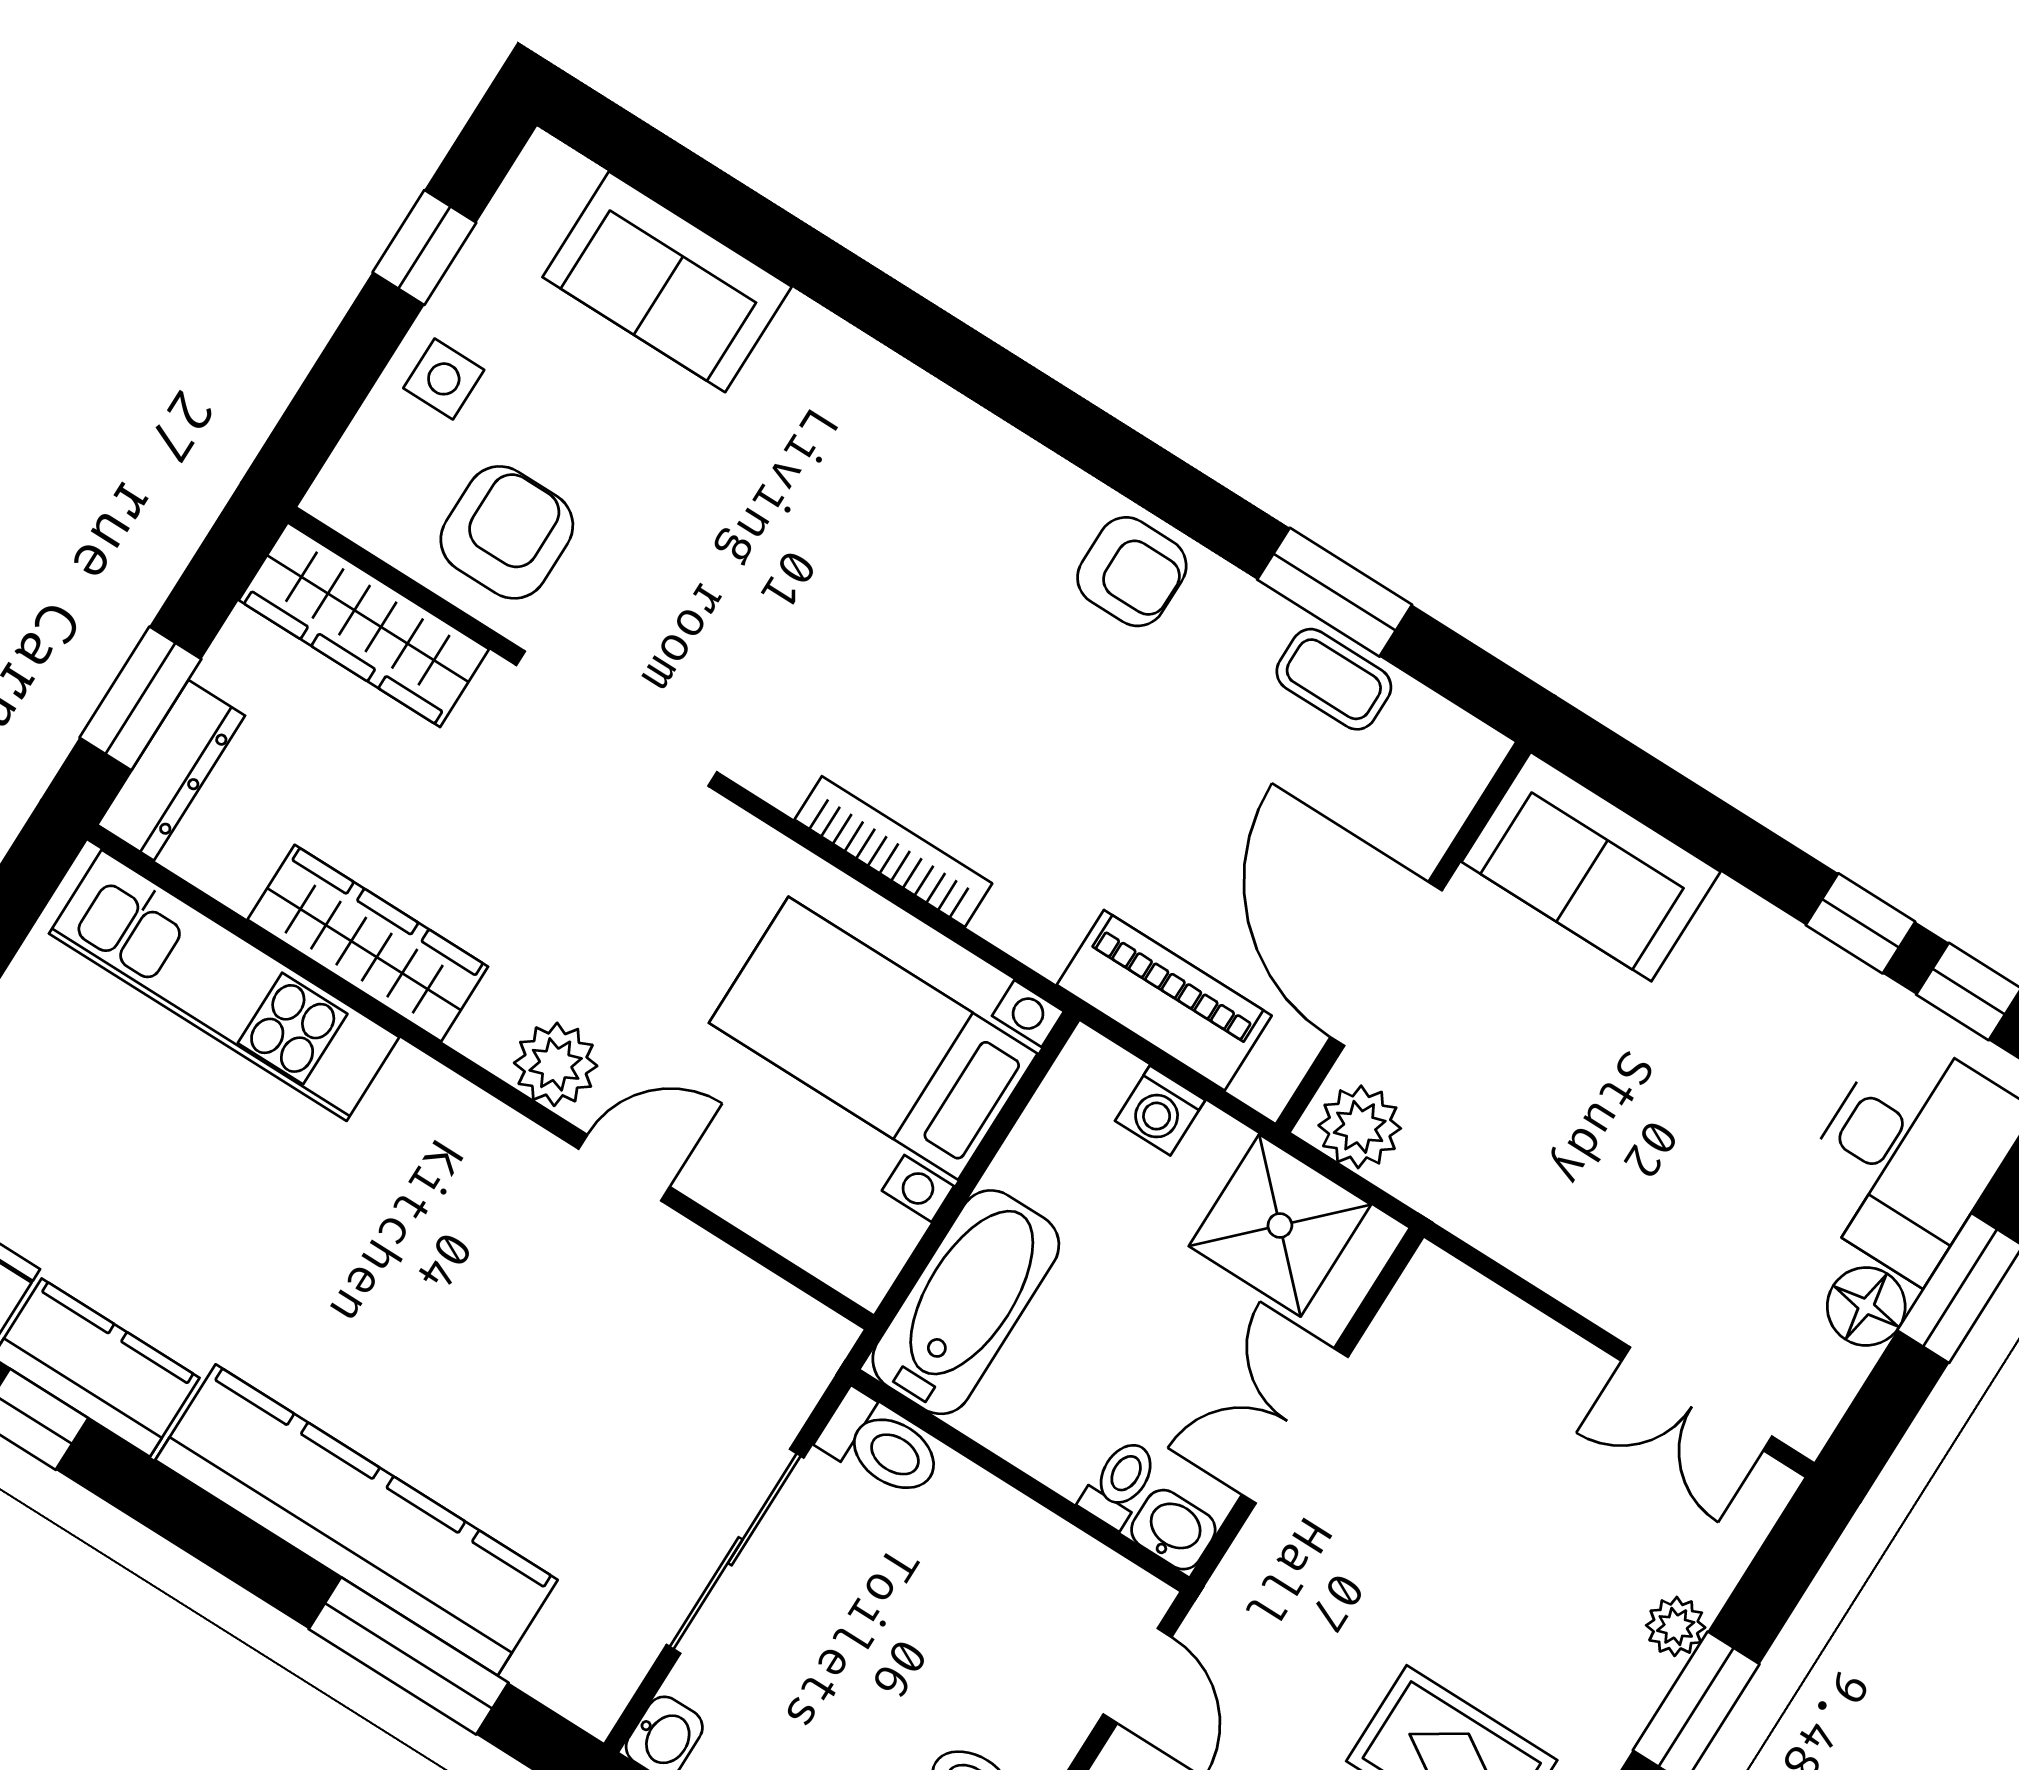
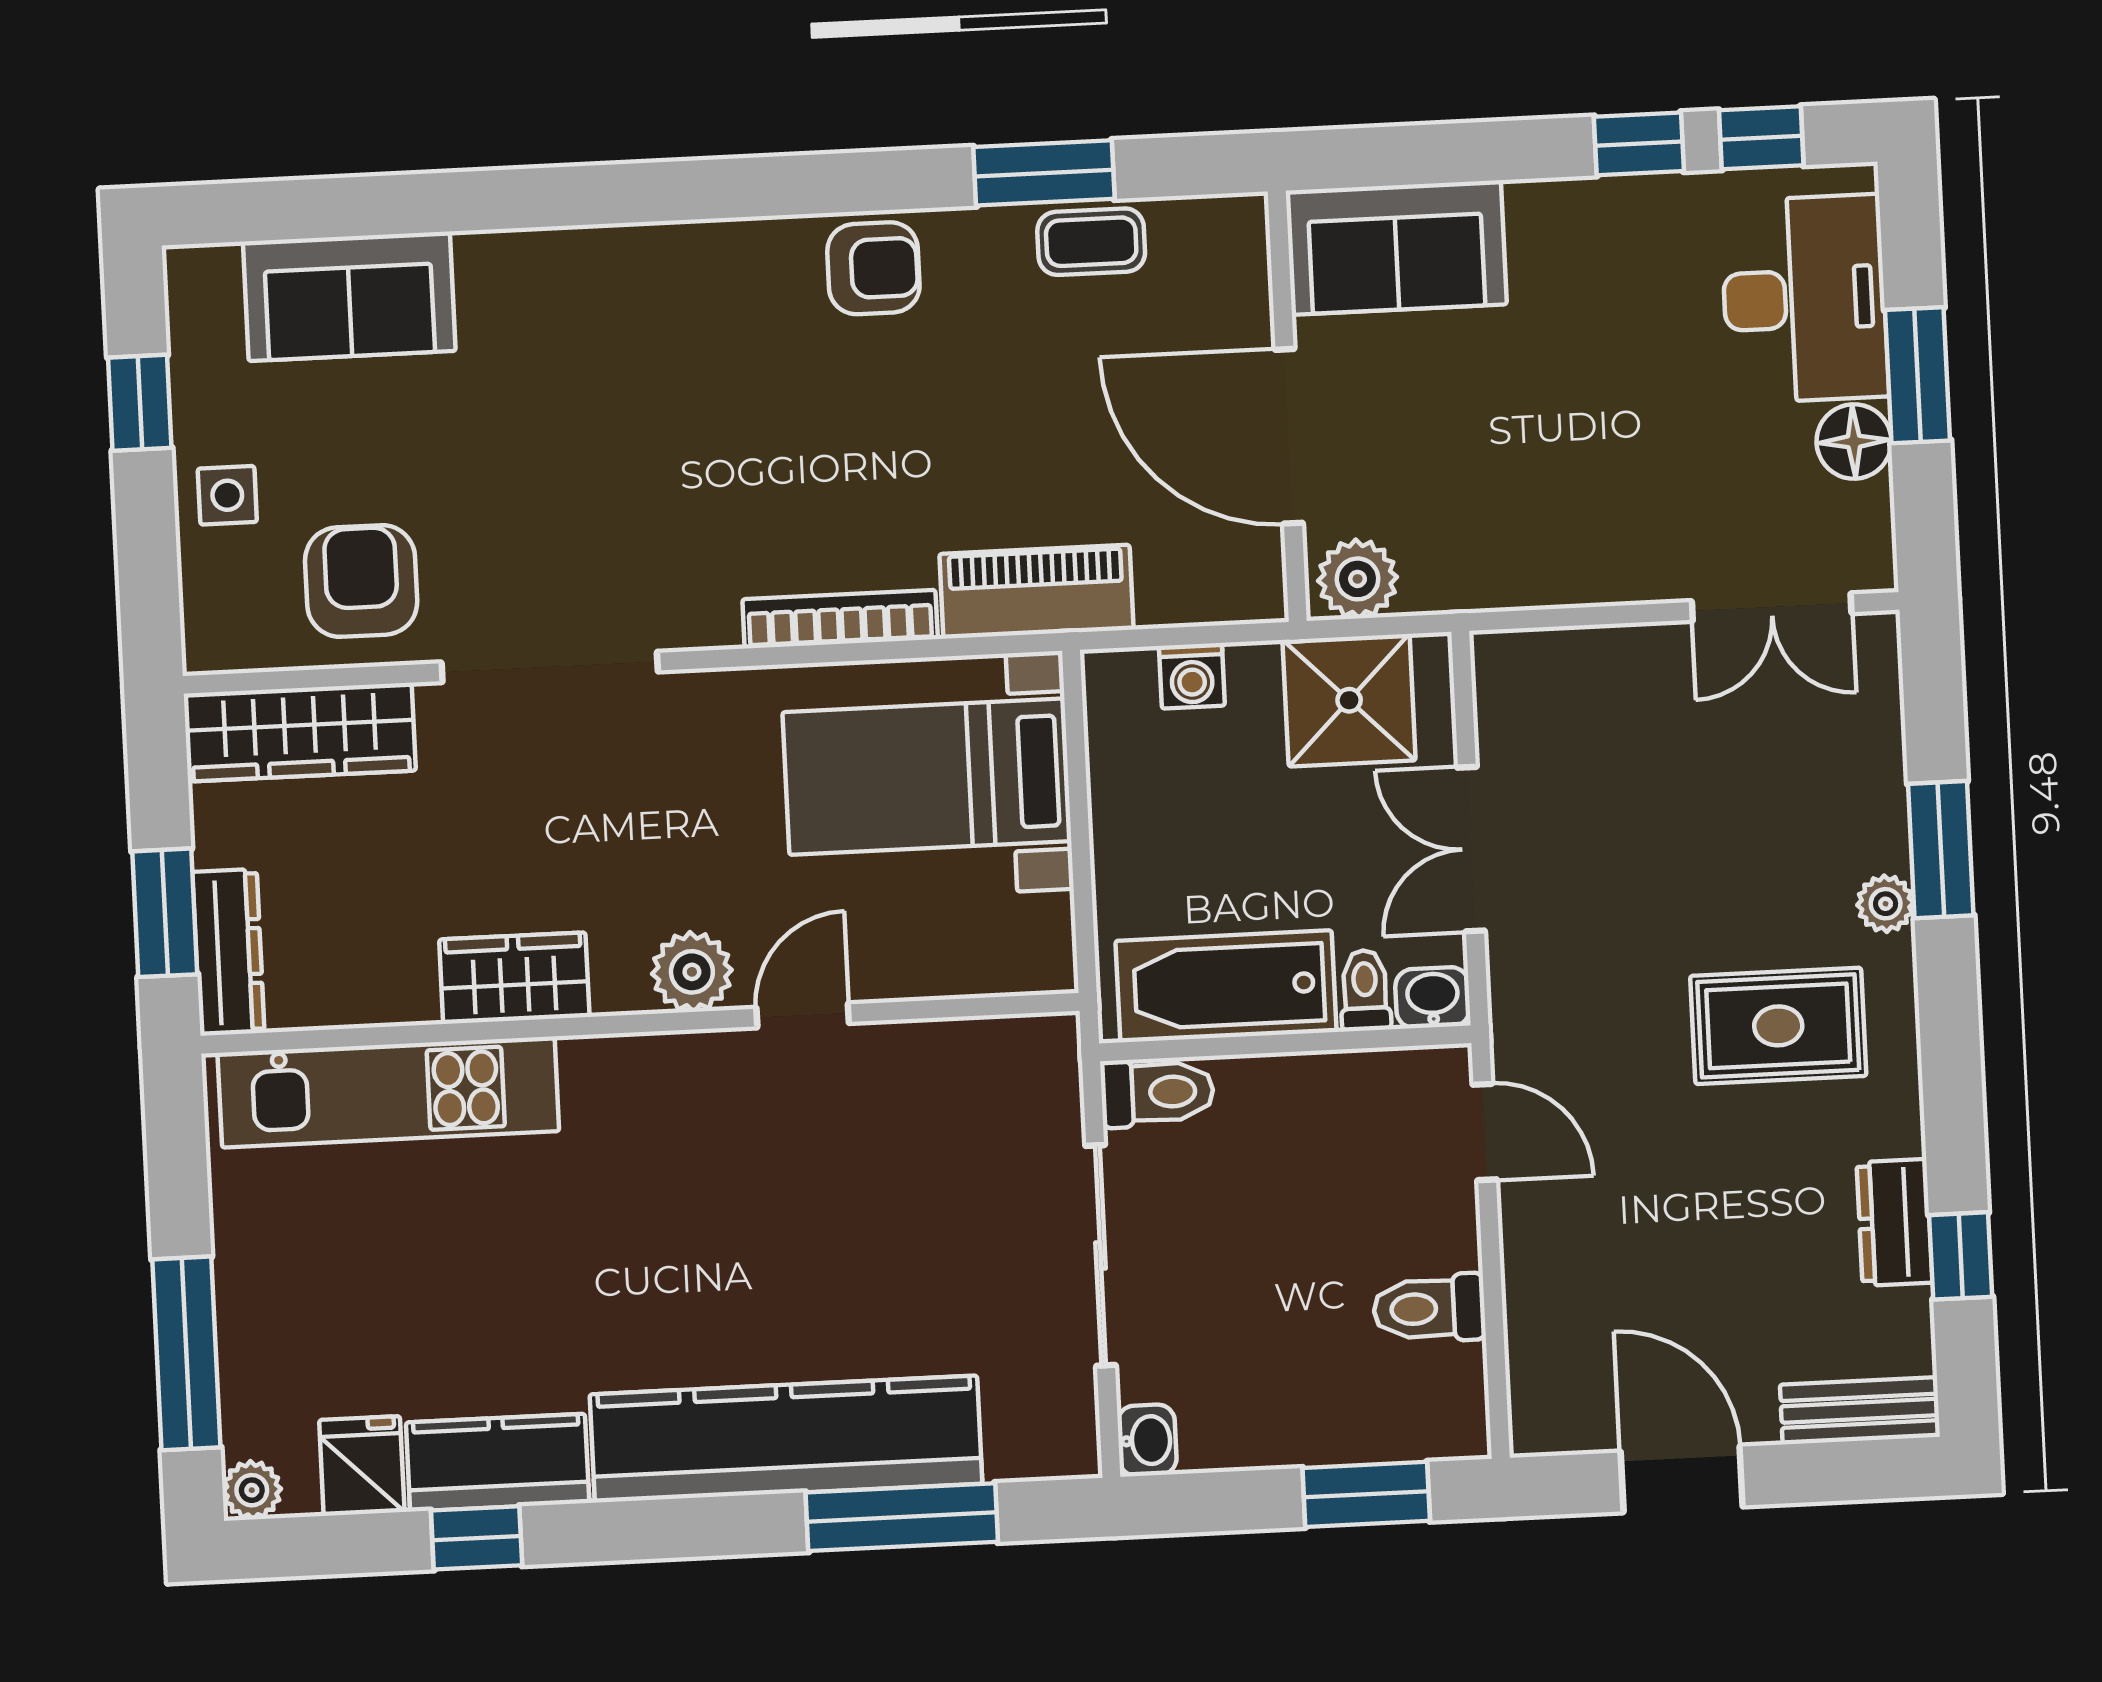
wardrobe: (368, 943) -> (514, 978), width x0.67
piano: (1164, 1000) -> (1036, 592), moved
bathtub: (966, 1302) -> (1226, 986), moved, turned -90
plant: (1676, 1626) -> (1886, 904), moved

